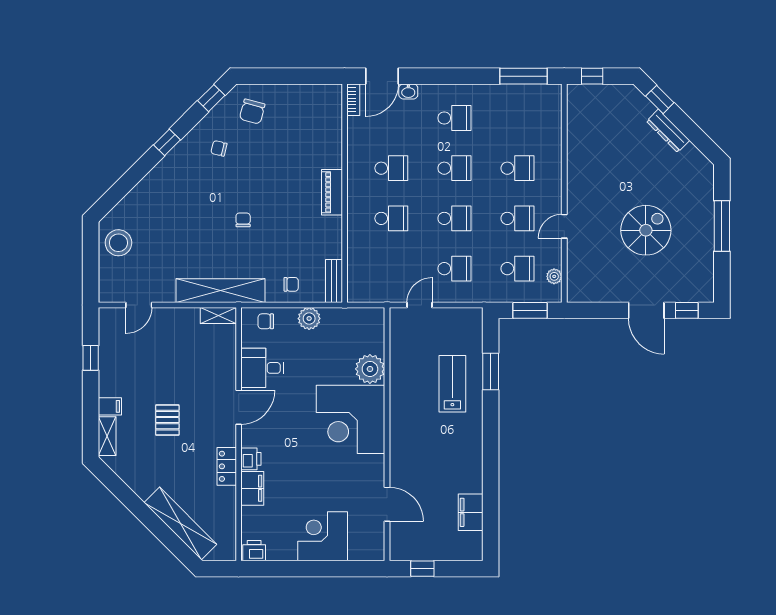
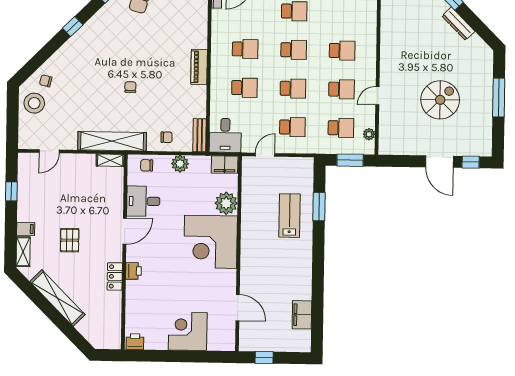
chair: (219, 148) -> (46, 81), moved
desk: (367, 281) -> (225, 135), added
filing cabinet: (252, 488) -> (225, 165), moved, turned 90
shelving: (180, 523) -> (57, 298), moved

